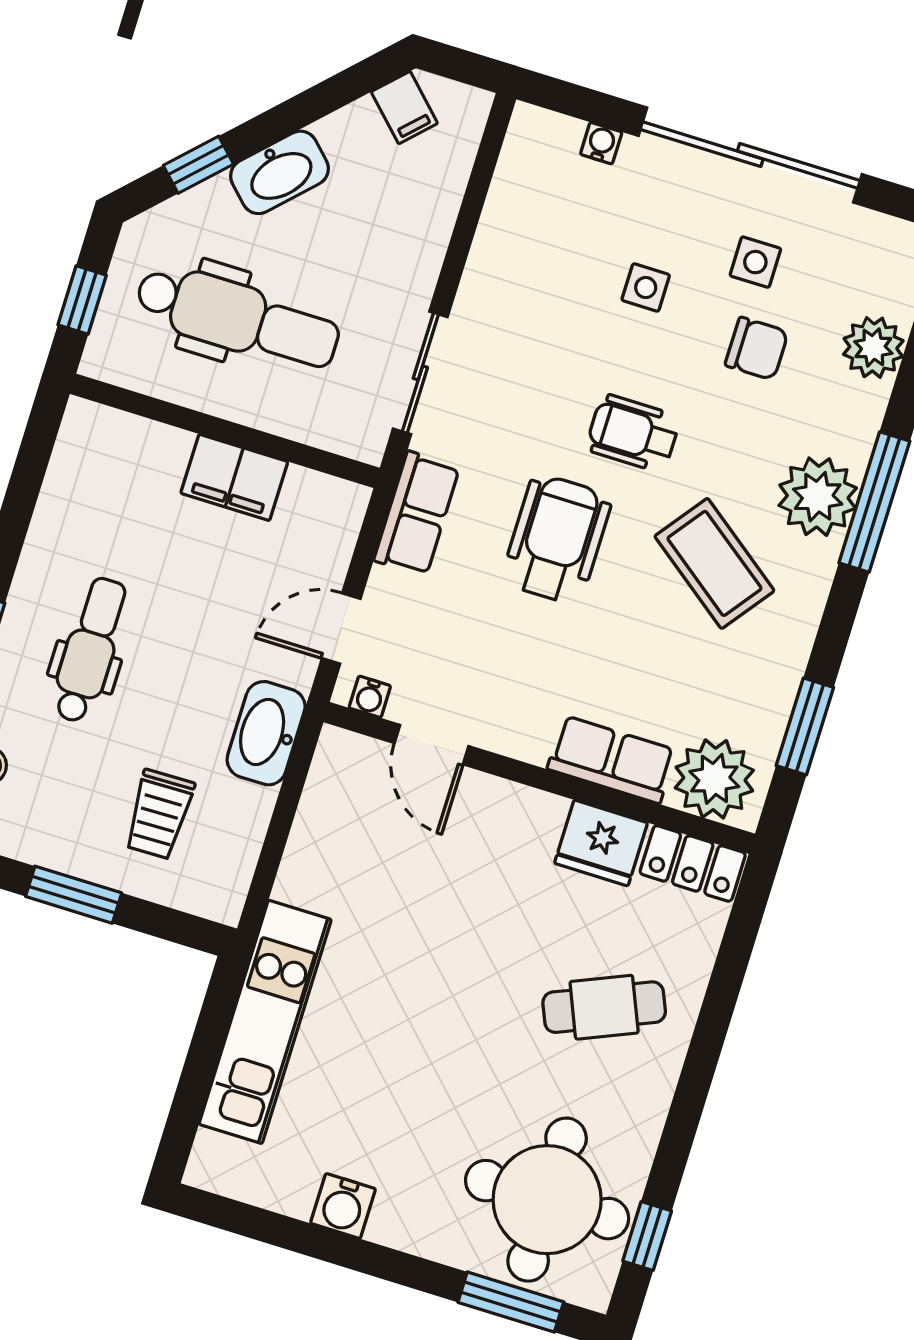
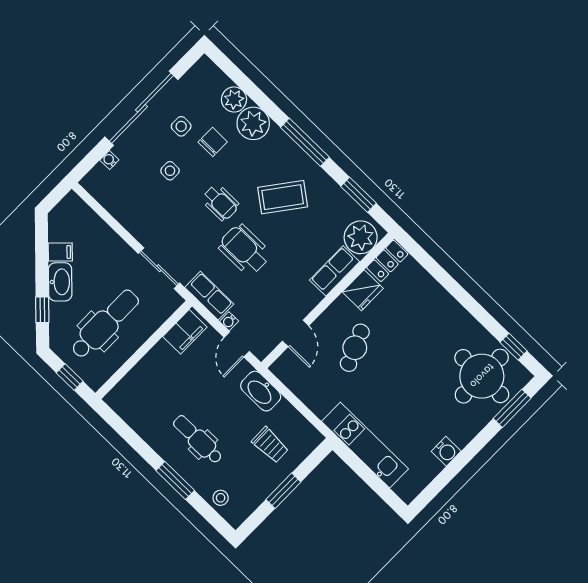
filing cabinet: (404, 108) -> (60, 252), moved
wheelchair: (633, 433) -> (220, 202), turned -90
filing cabinet: (234, 477) -> (185, 332), moved
plant: (818, 497) -> (253, 123), moved
window: (874, 502) -> (305, 142), moved
water cooler: (370, 697) -> (229, 321), moved, turned 90
door: (432, 745) -> (296, 333), hinge flipped
cafe table: (604, 1007) -> (355, 348), moved

